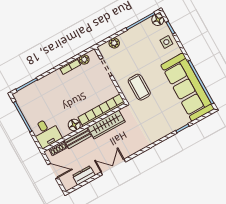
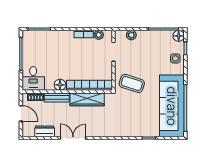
coffee table: (139, 87) -> (132, 83), turned -72

